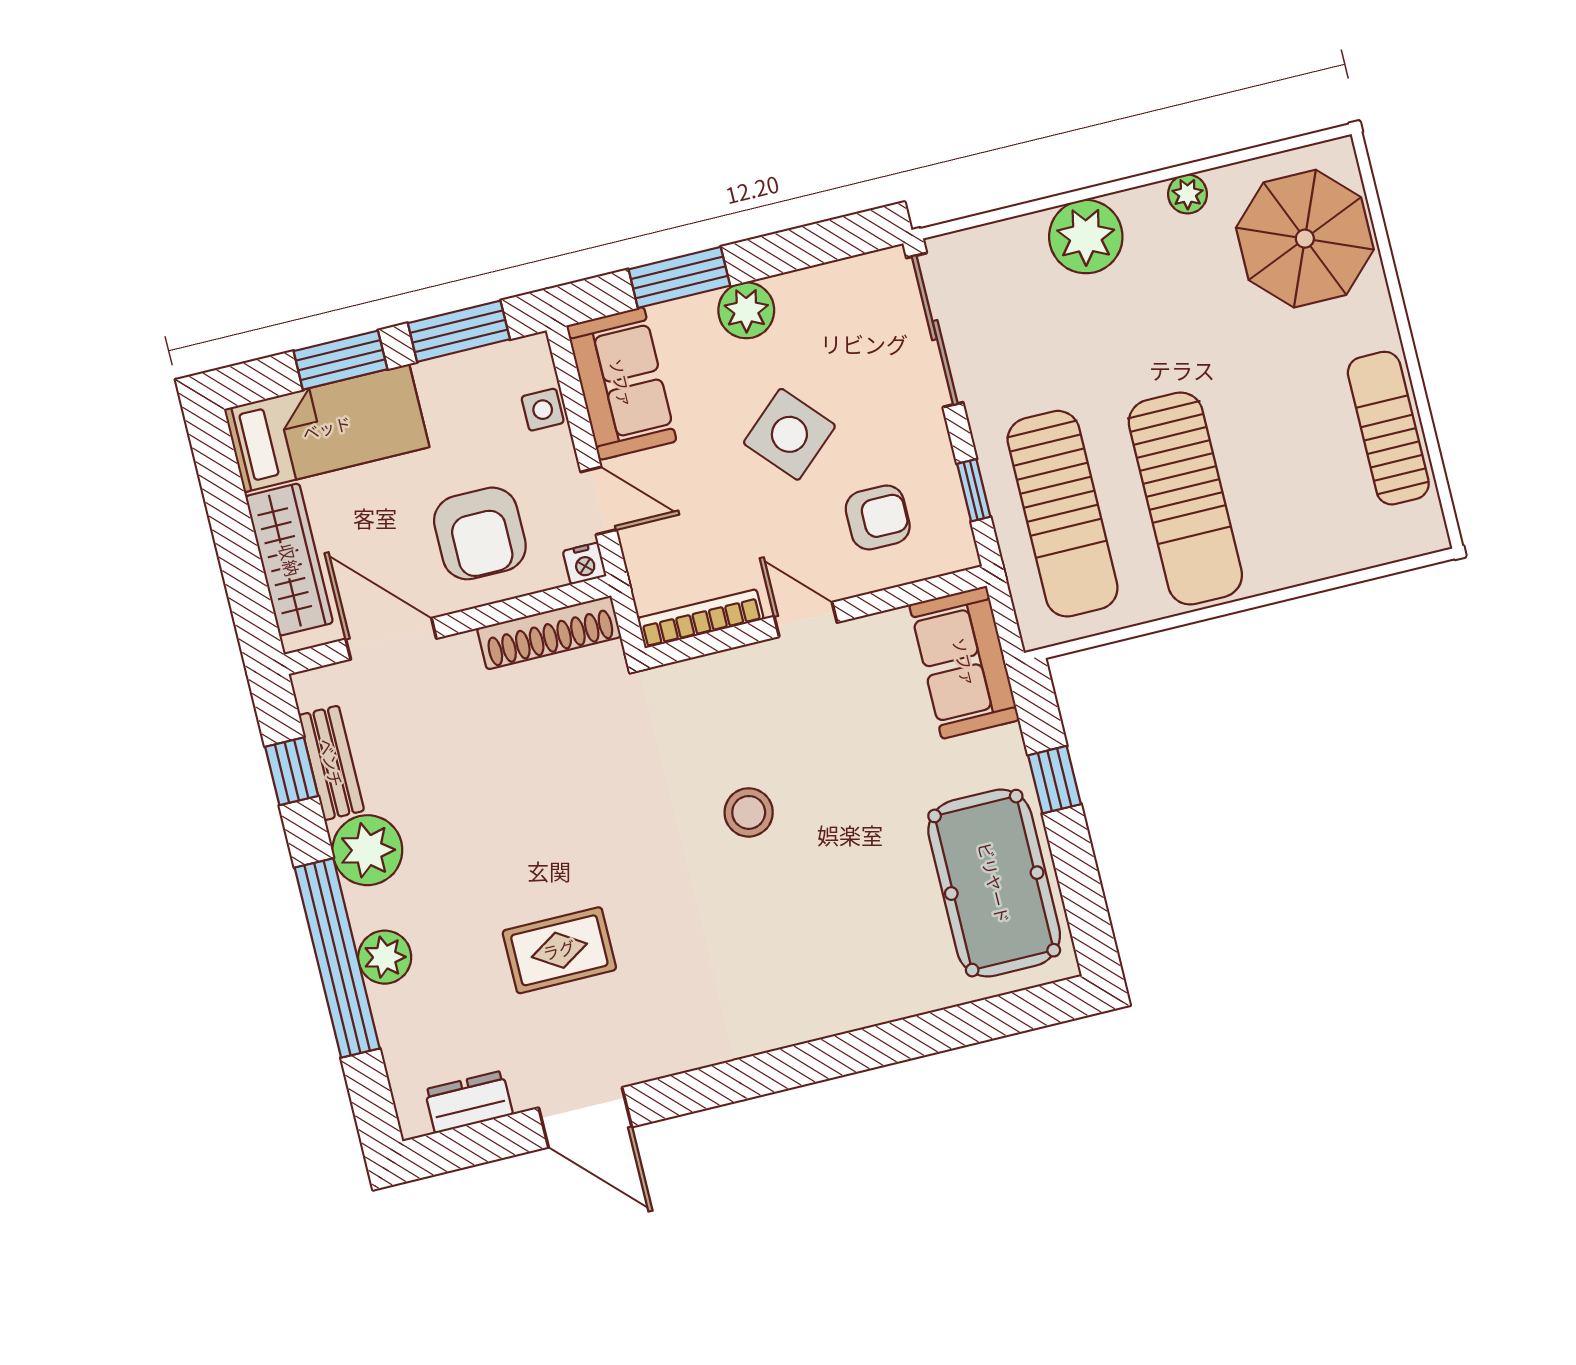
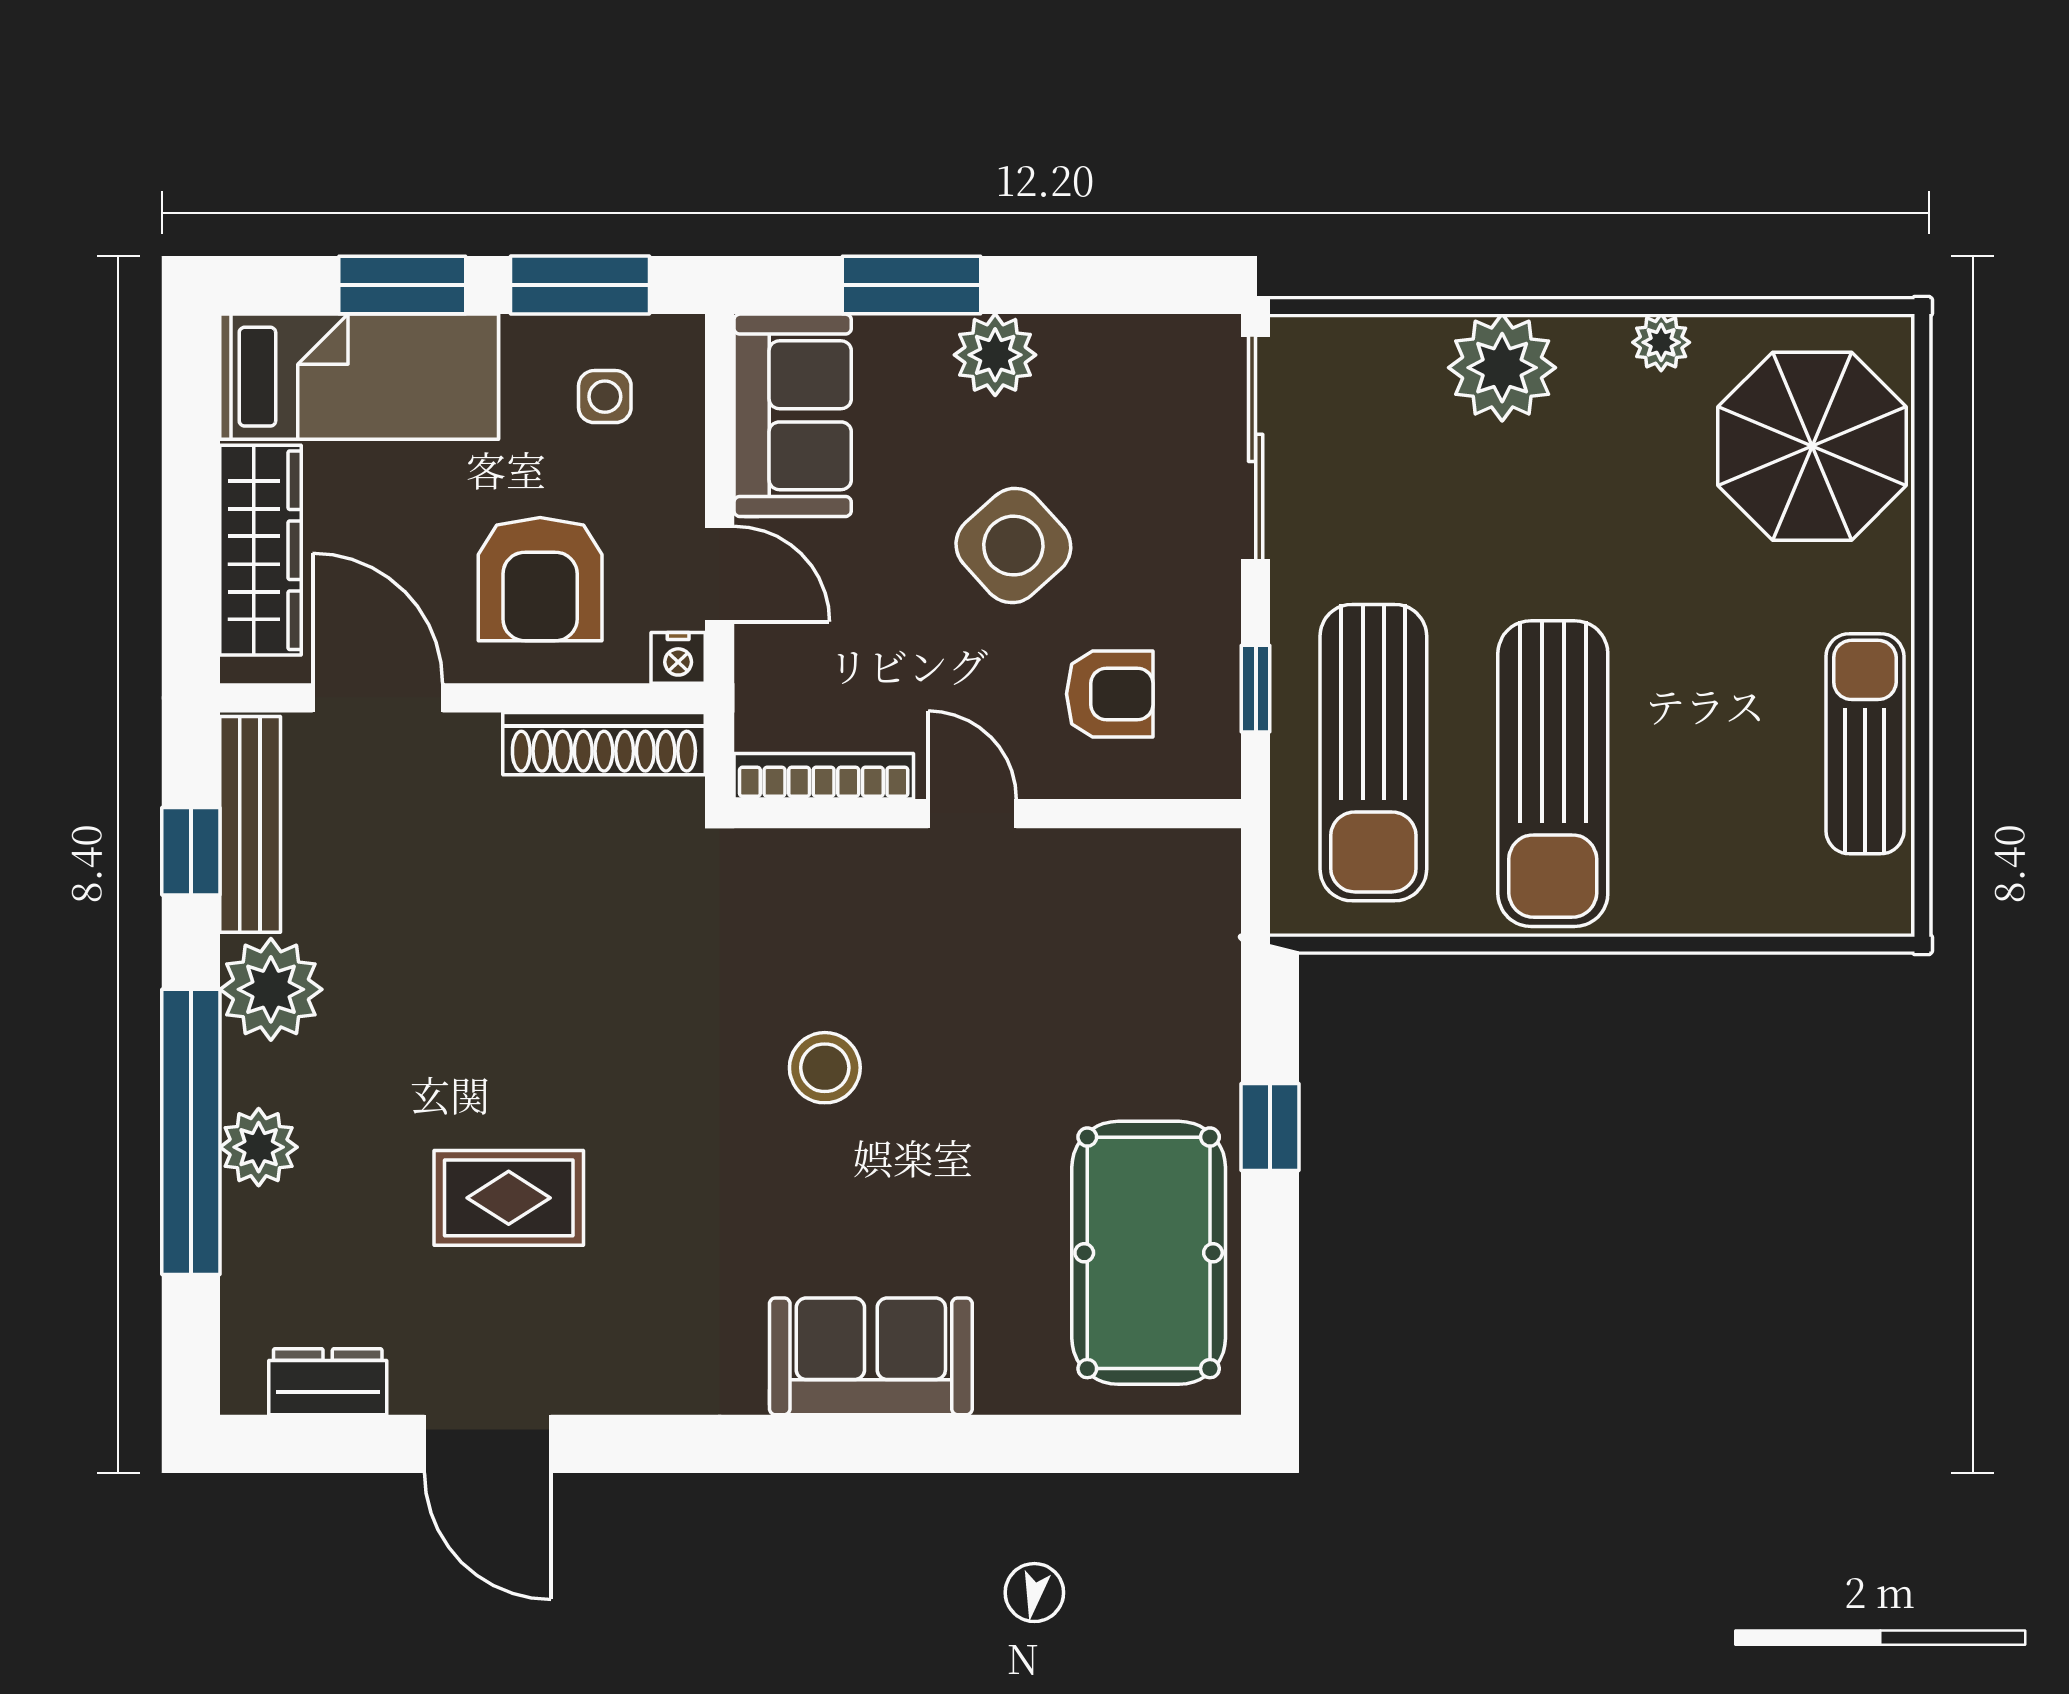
side table: (543, 410) -> (605, 397), moved
sofa: (964, 662) -> (871, 1356), moved, turned 90
bench: (331, 763) -> (250, 824), width x1.36

